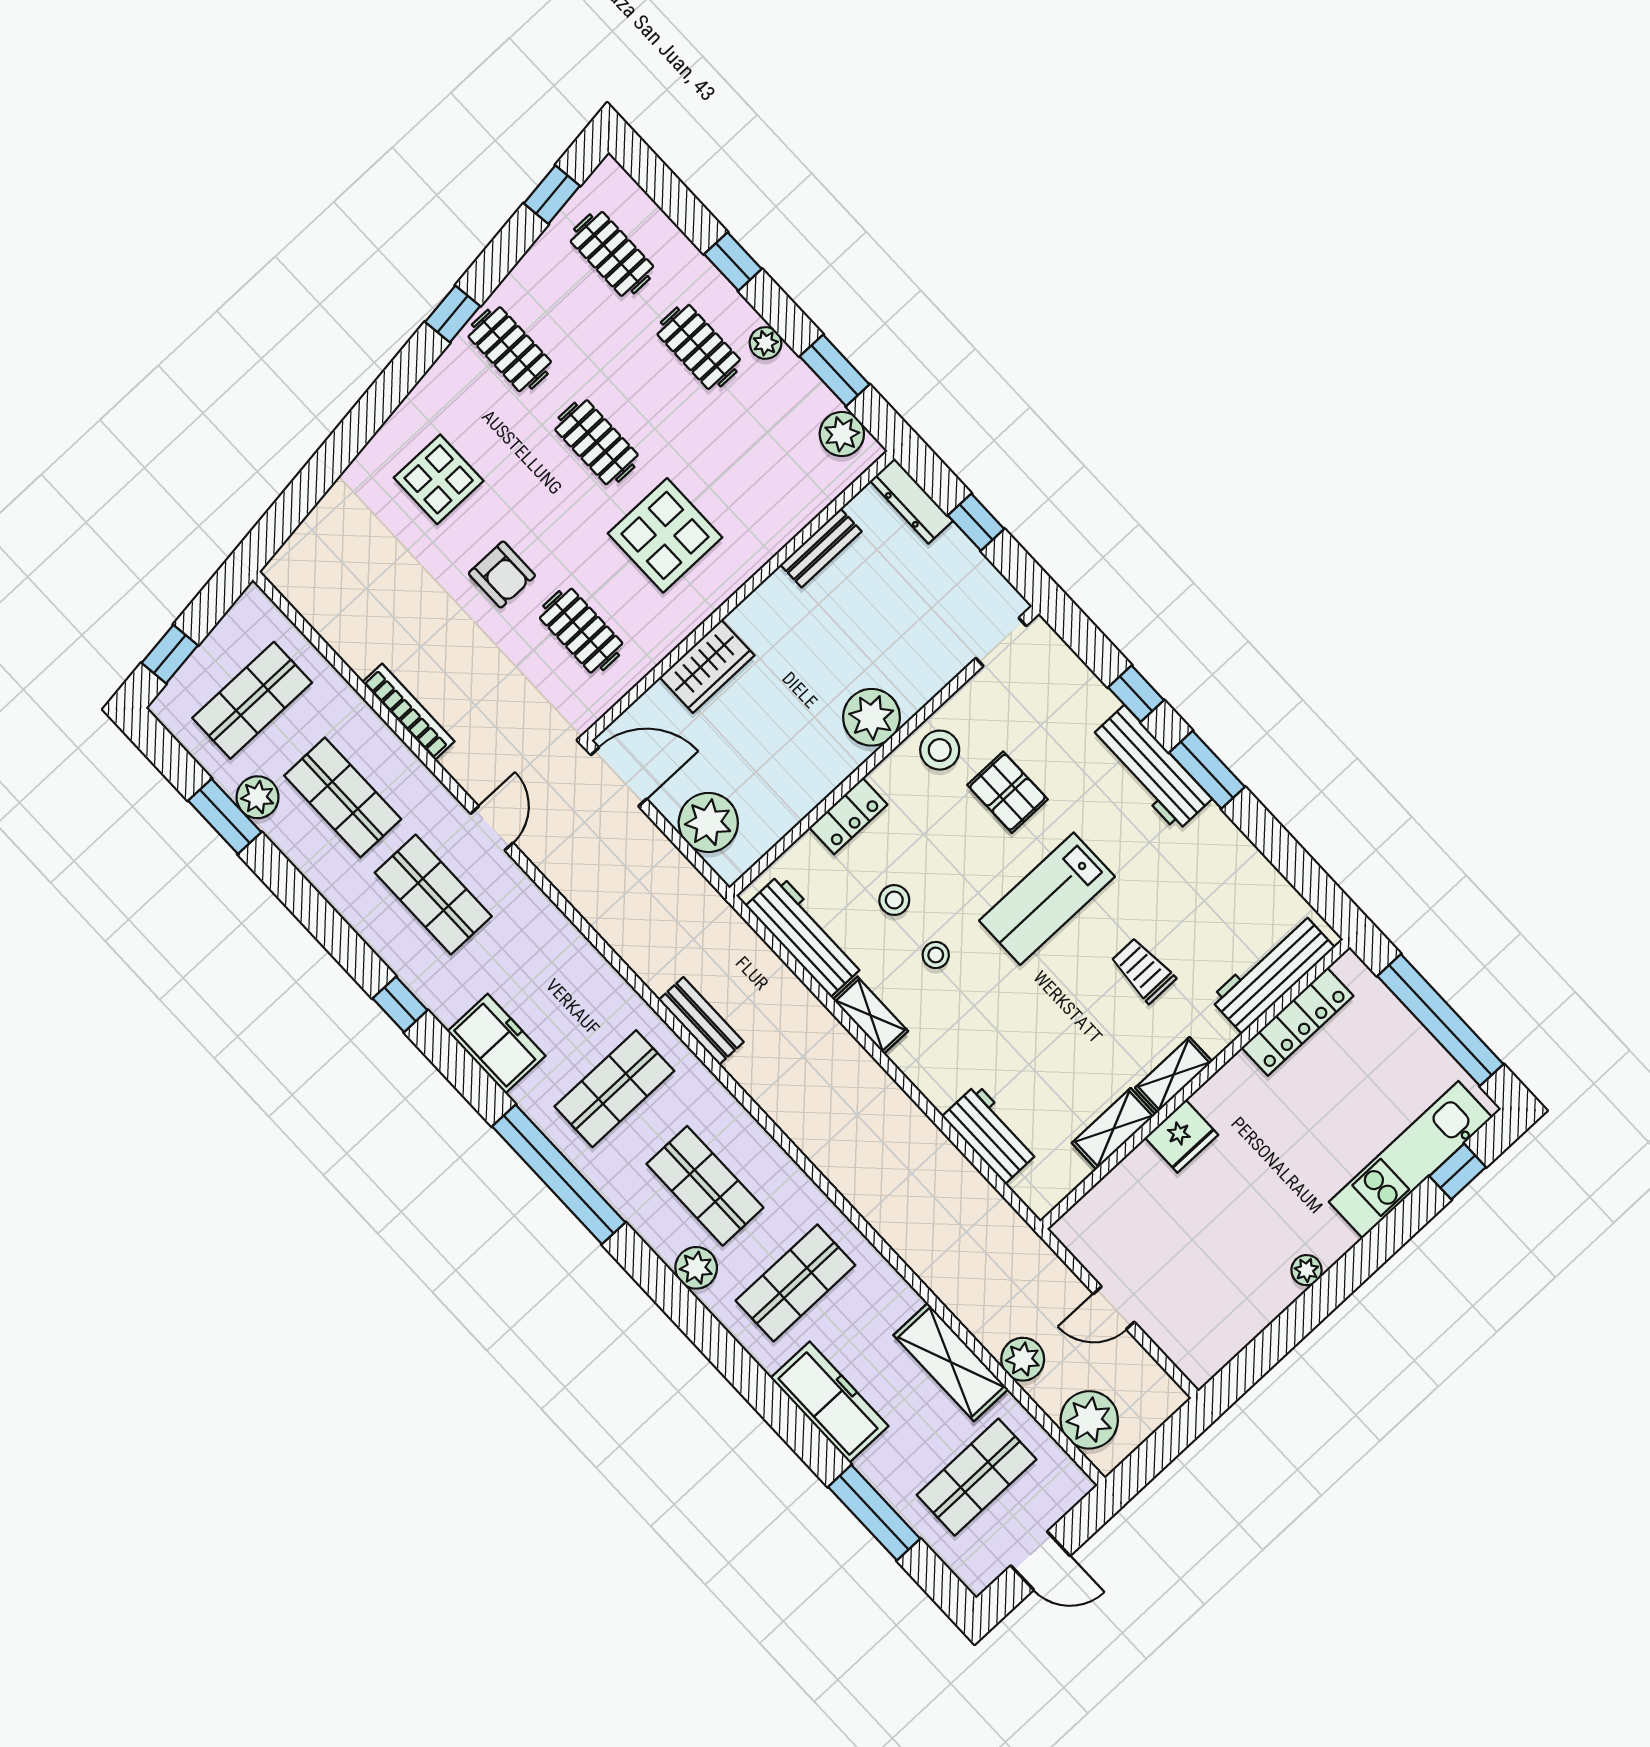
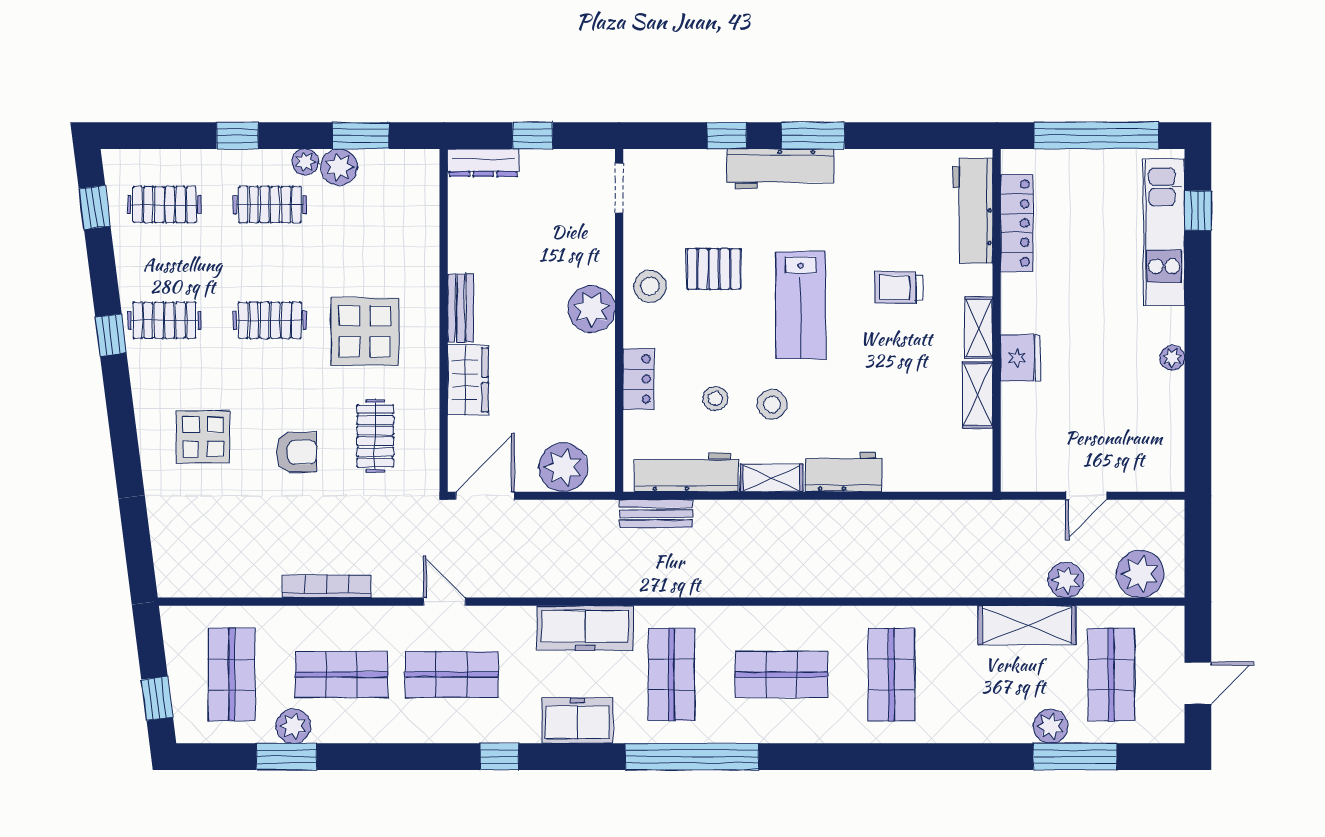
plant: (842, 434) -> (339, 167), moved
bench: (821, 548) -> (461, 308), moved
clothes rail: (581, 631) -> (375, 436), turned 90
stool: (936, 955) -> (772, 404), width x1.37, depth x1.37
bench: (701, 1021) -> (656, 514), moved
workbench: (991, 1134) -> (843, 472), moved
plant: (696, 1268) -> (1051, 726), moved
freezer: (830, 1402) -> (585, 628), moved, turned 180

